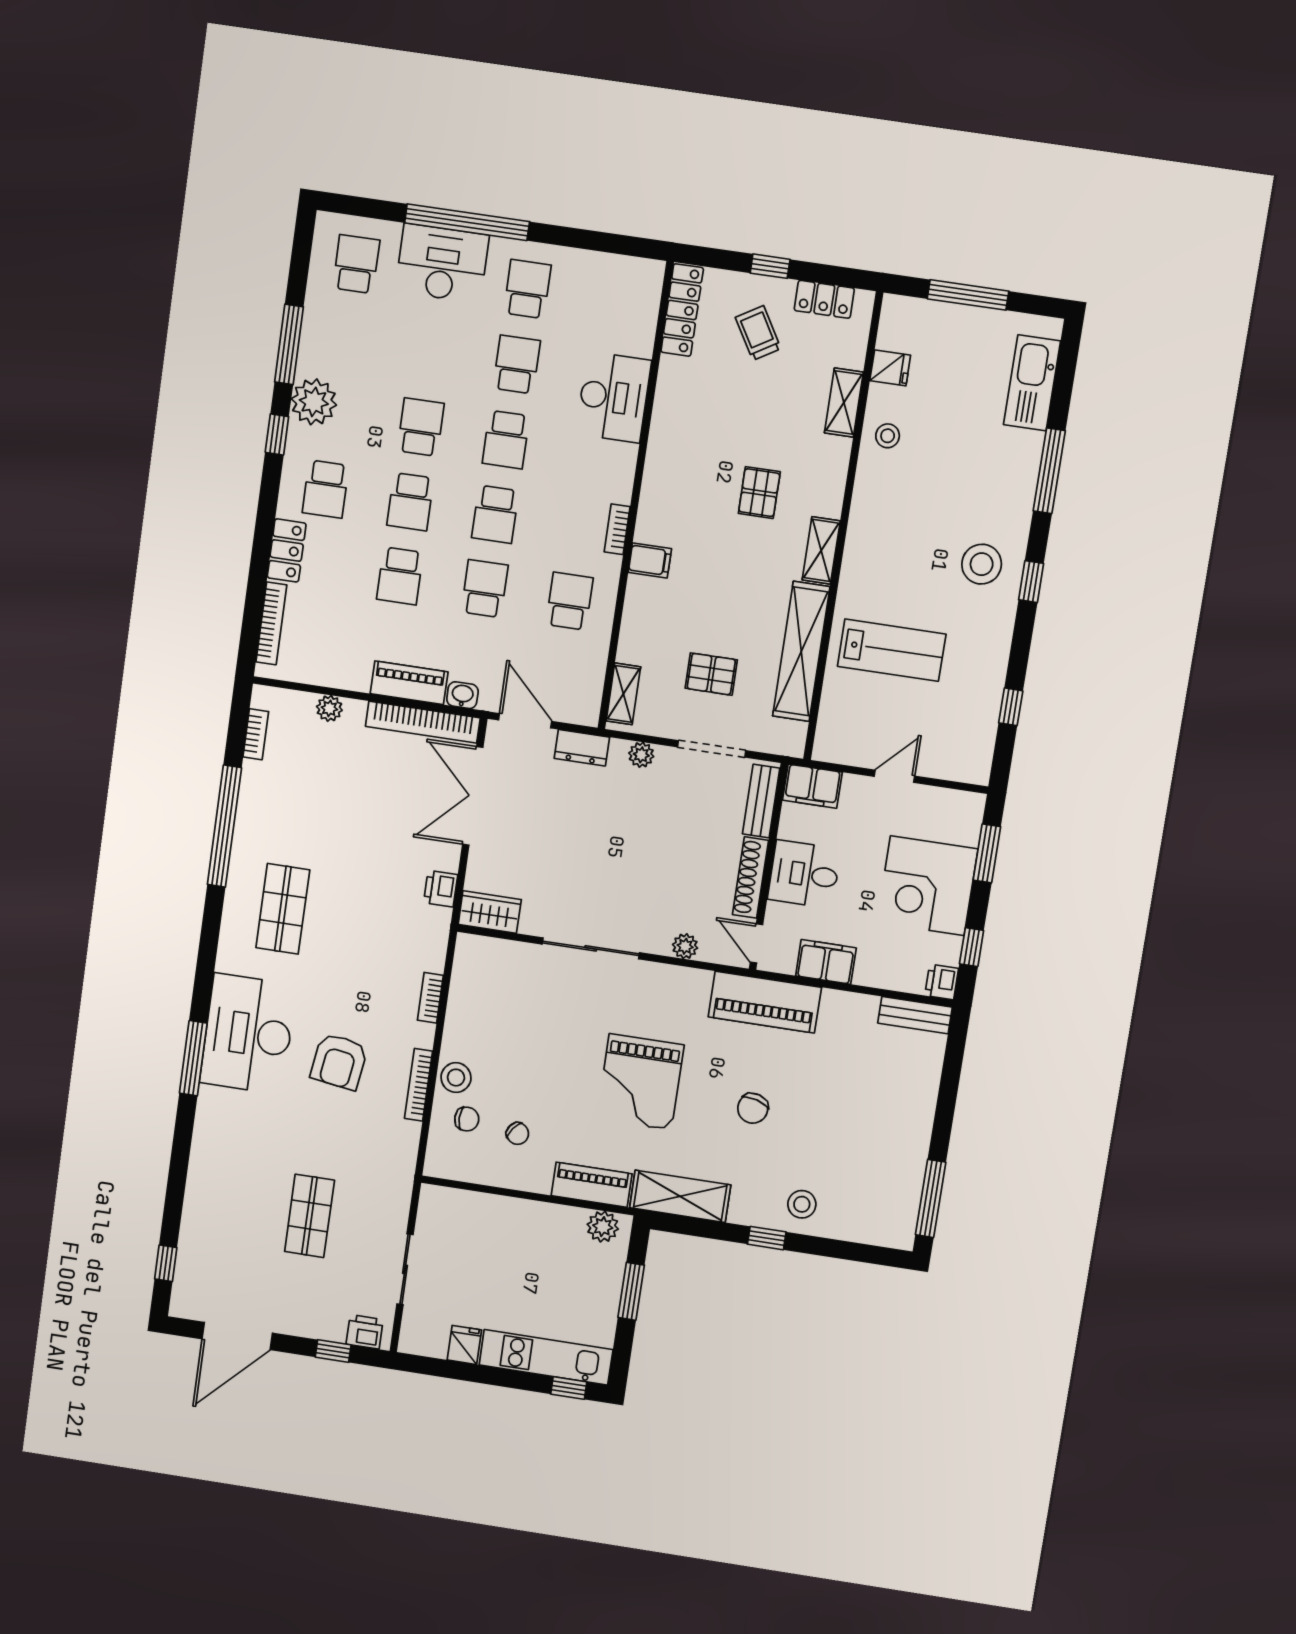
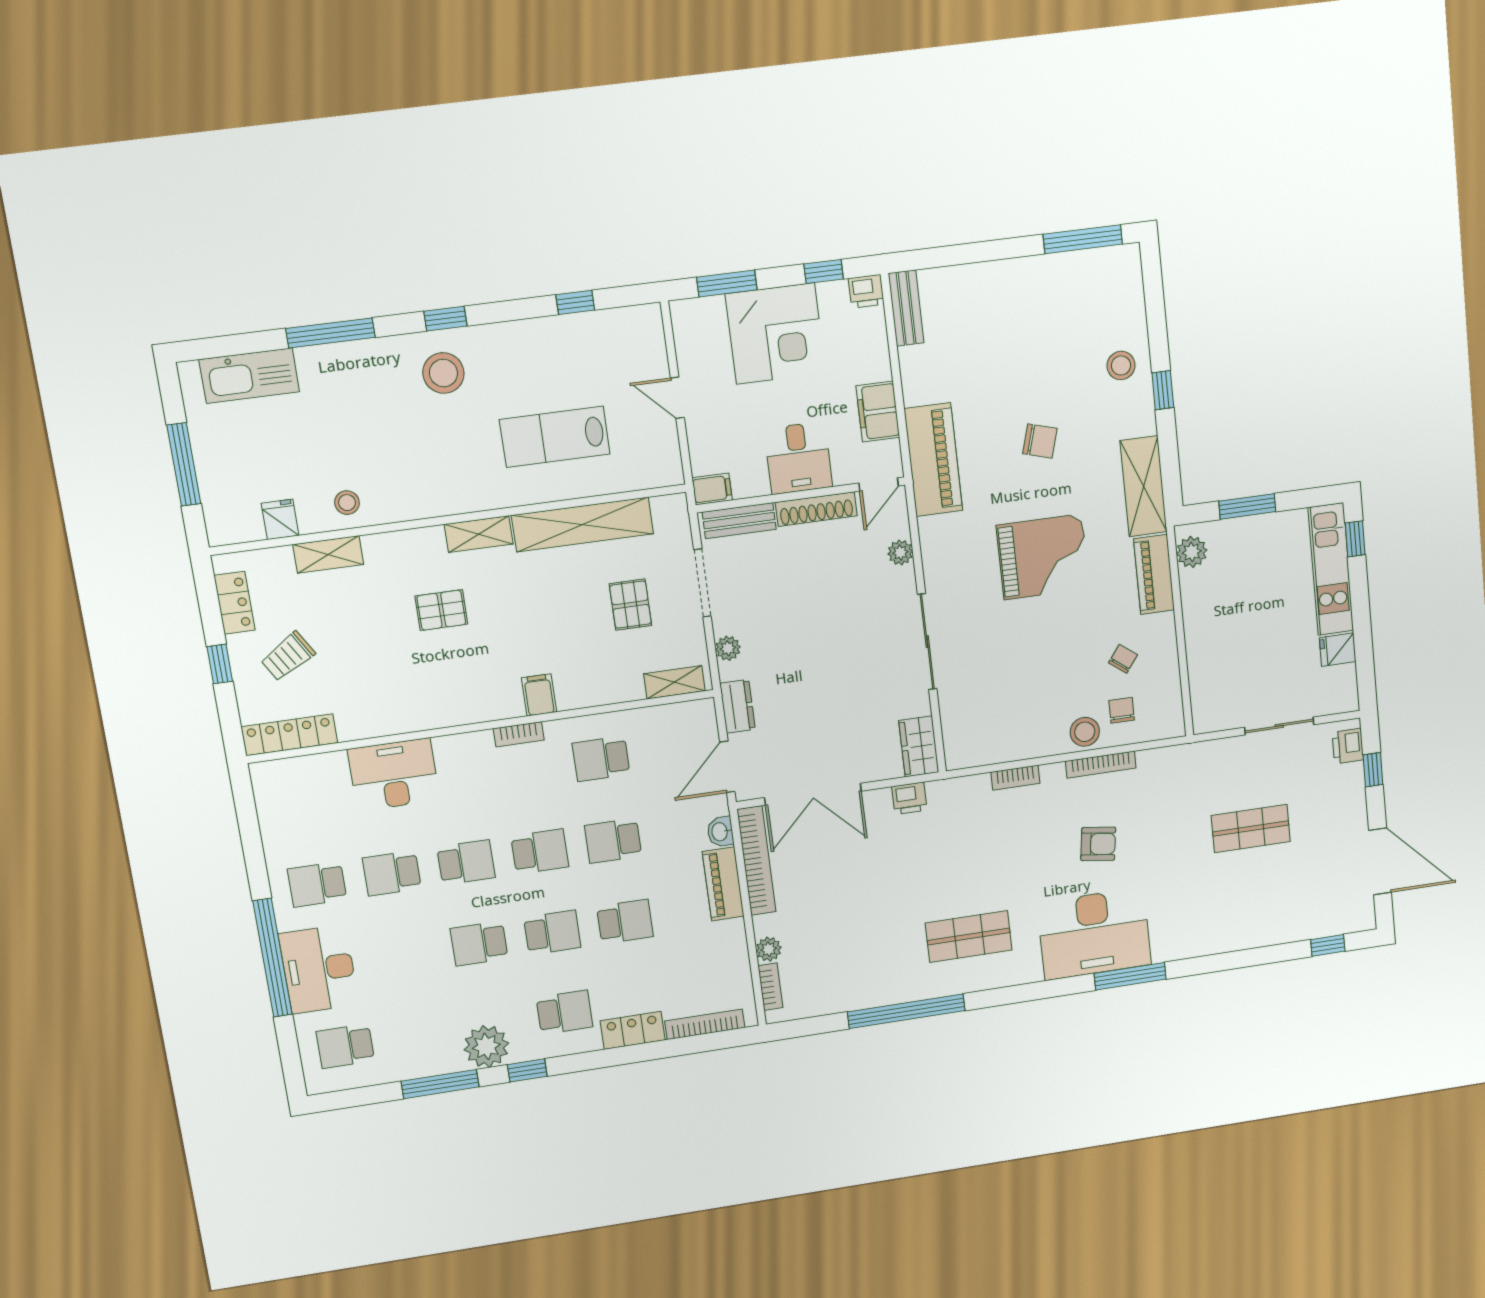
lab bench: (892, 650) -> (555, 437), turned -90
bookcase: (256, 734) -> (770, 987), moved, turned 90
filing cabinet: (812, 786) -> (712, 489), width x0.50
armchair: (339, 1062) -> (1098, 844), width x0.72, depth x0.72

